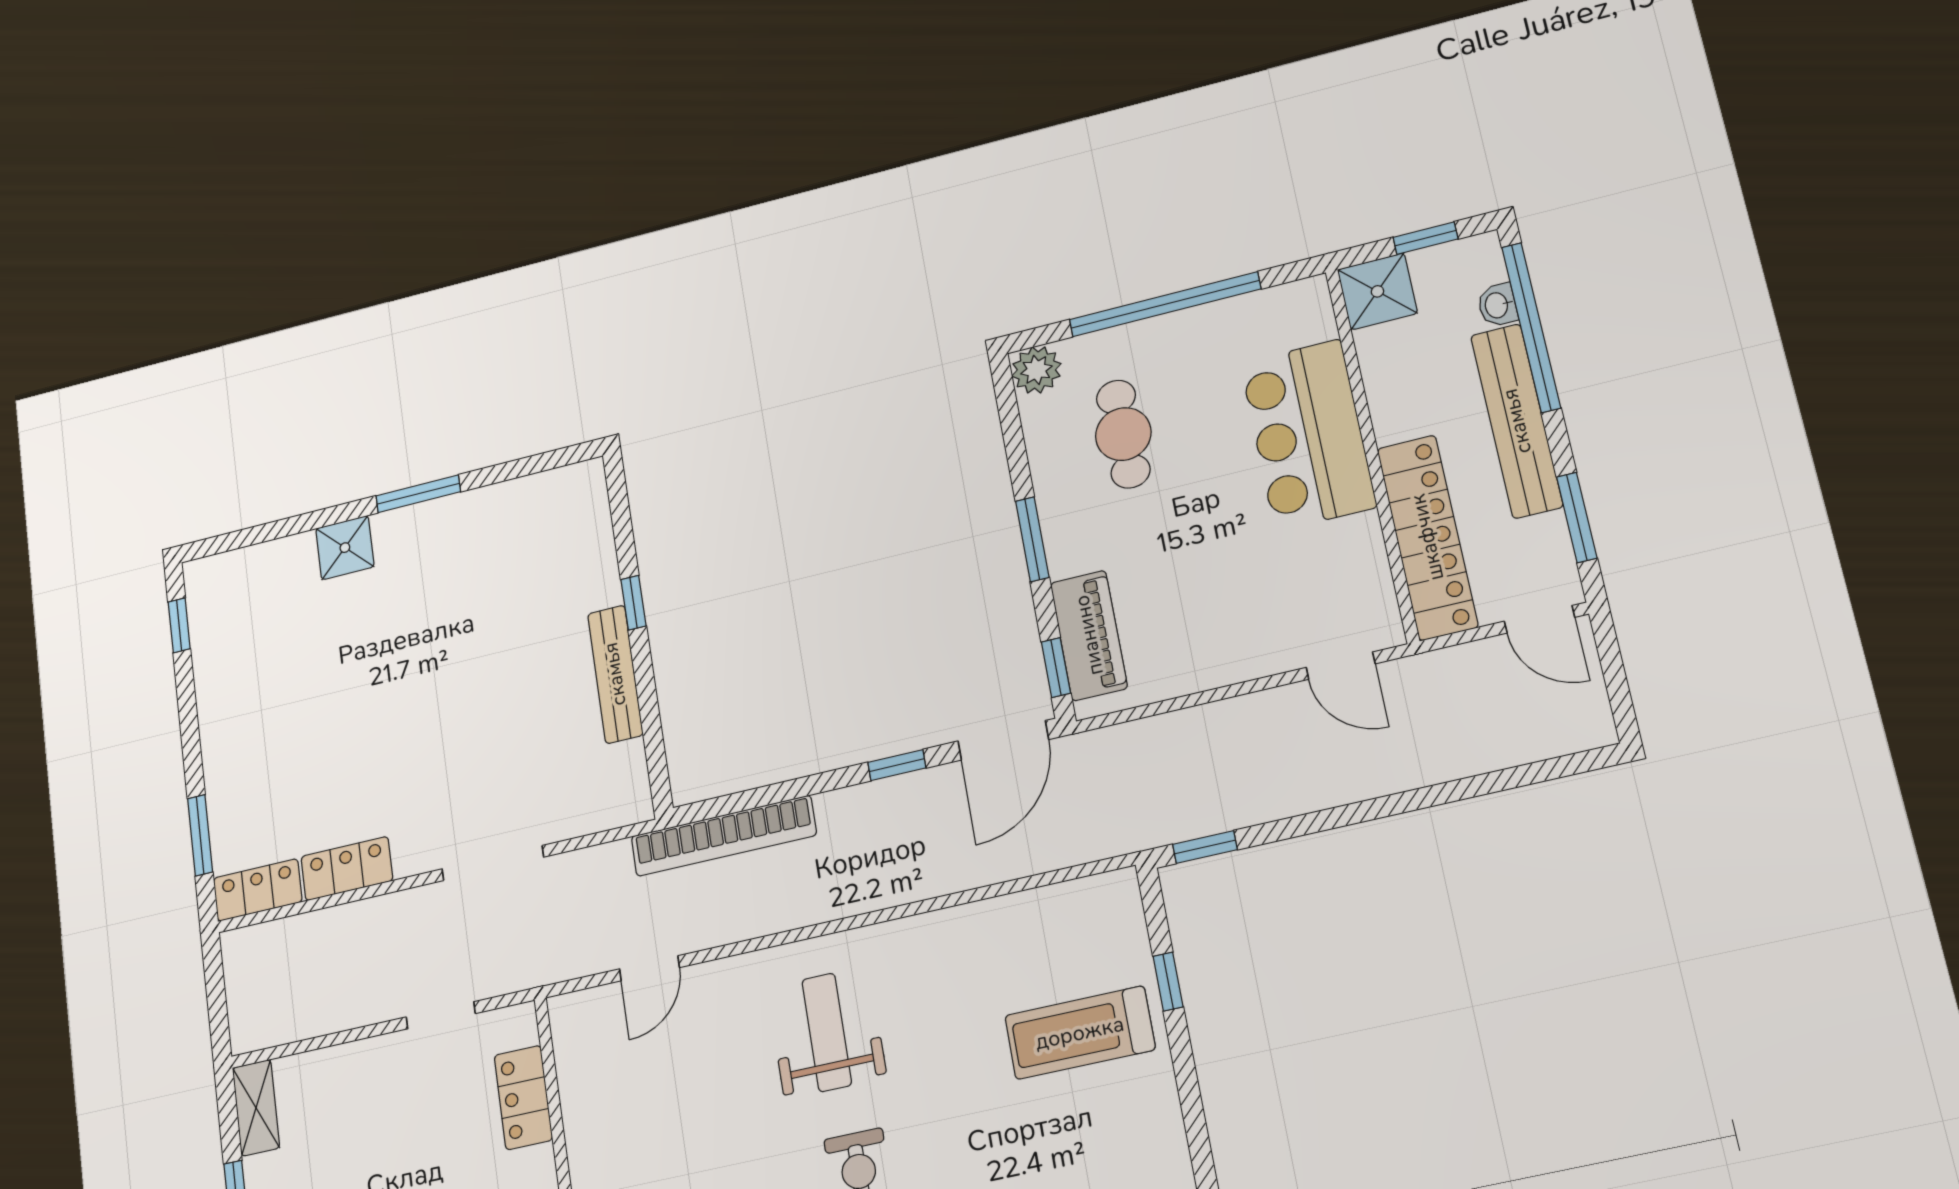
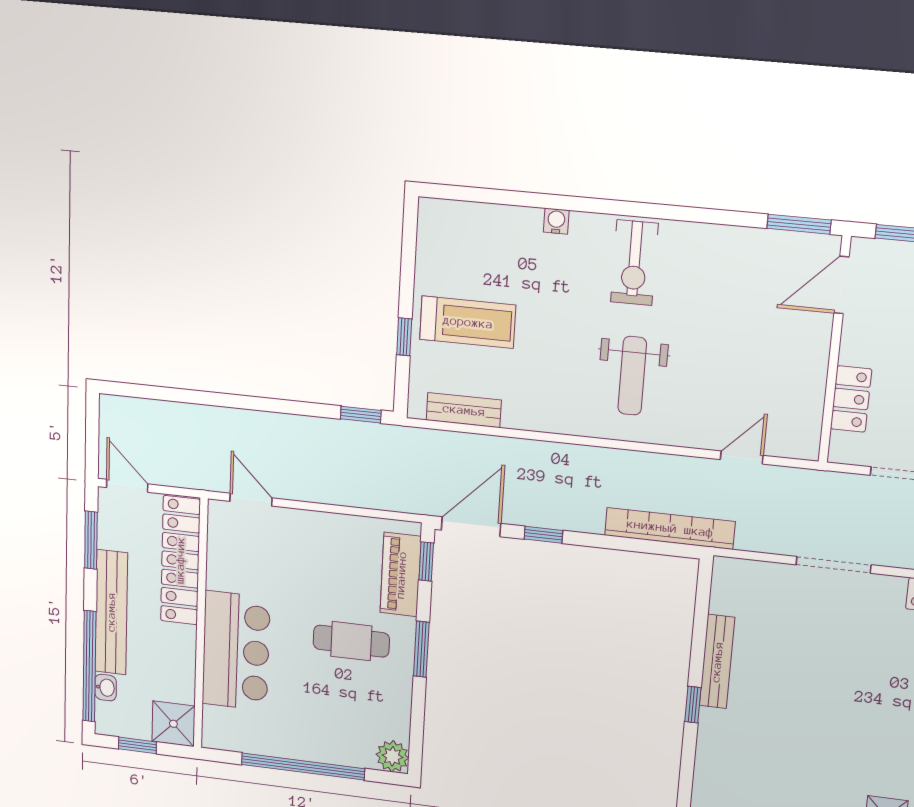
cafe table: (1123, 434) -> (351, 641), moved, turned 90
bench: (1055, 904) -> (464, 410), added

